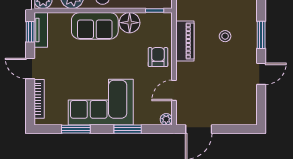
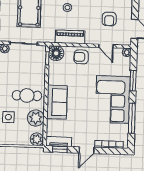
floor lamp: (130, 23) -> (56, 53), moved
armchair: (211, 94) -> (109, 19), added
window: (76, 129) -> (132, 118), width x1.44

